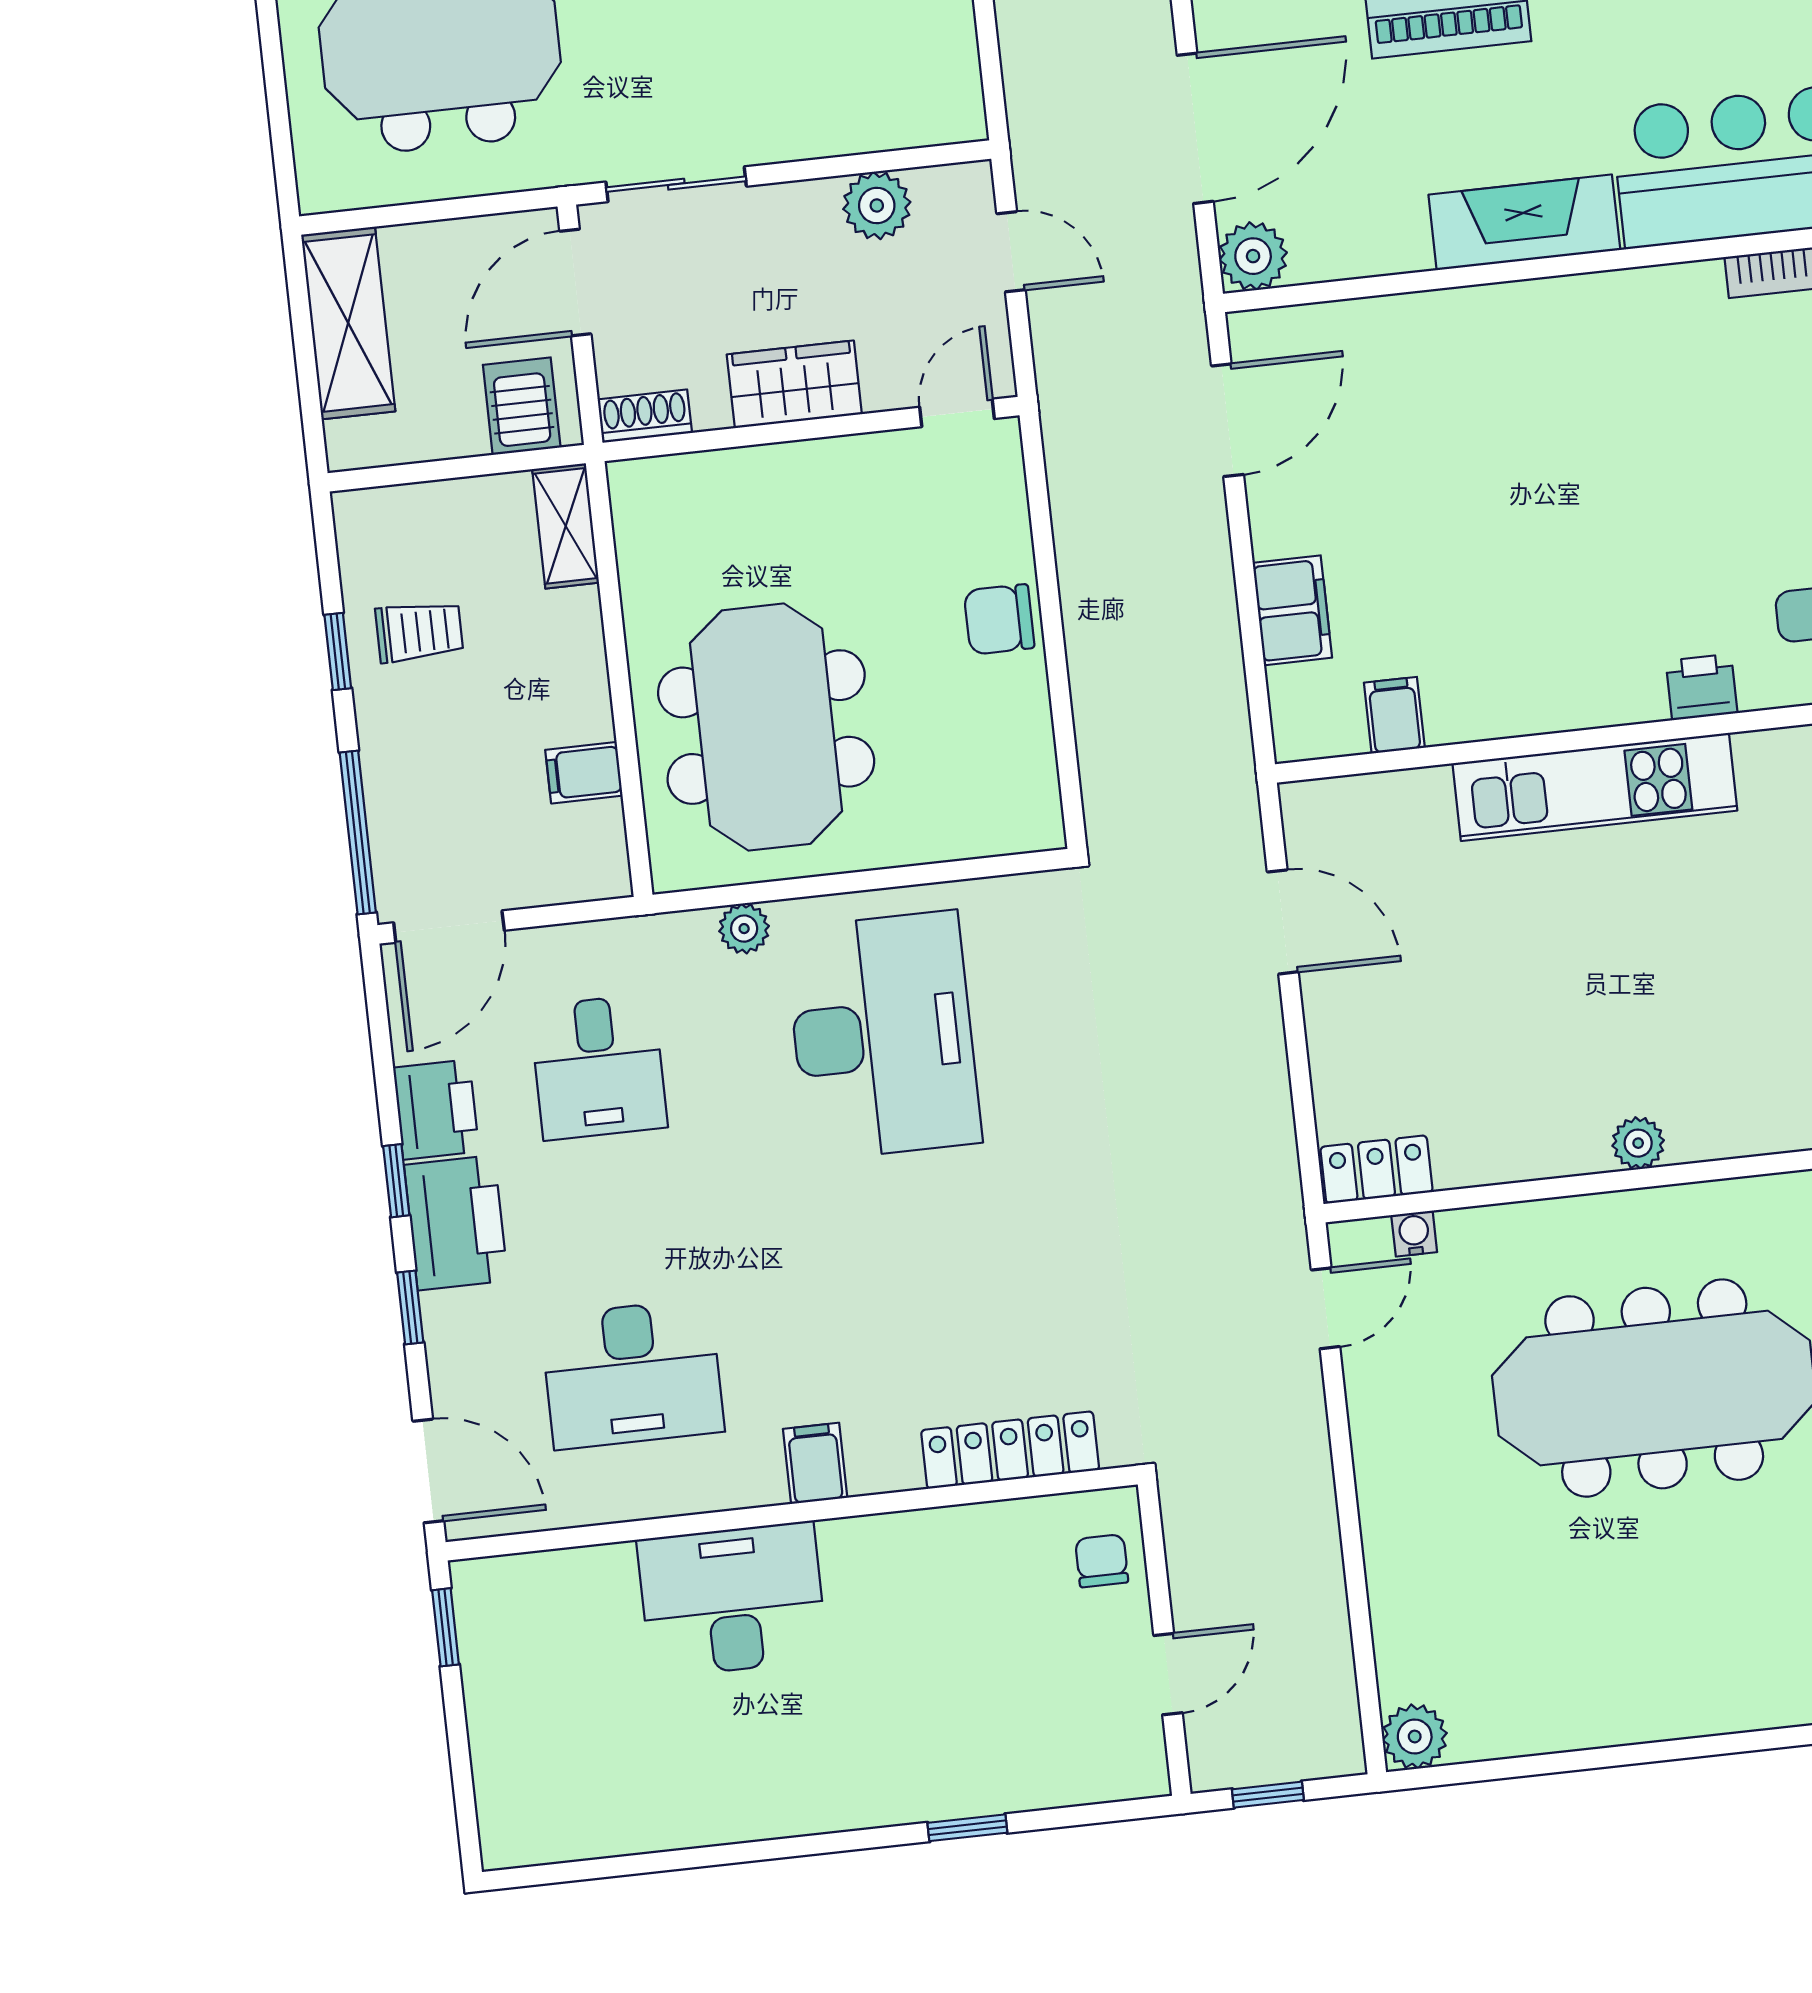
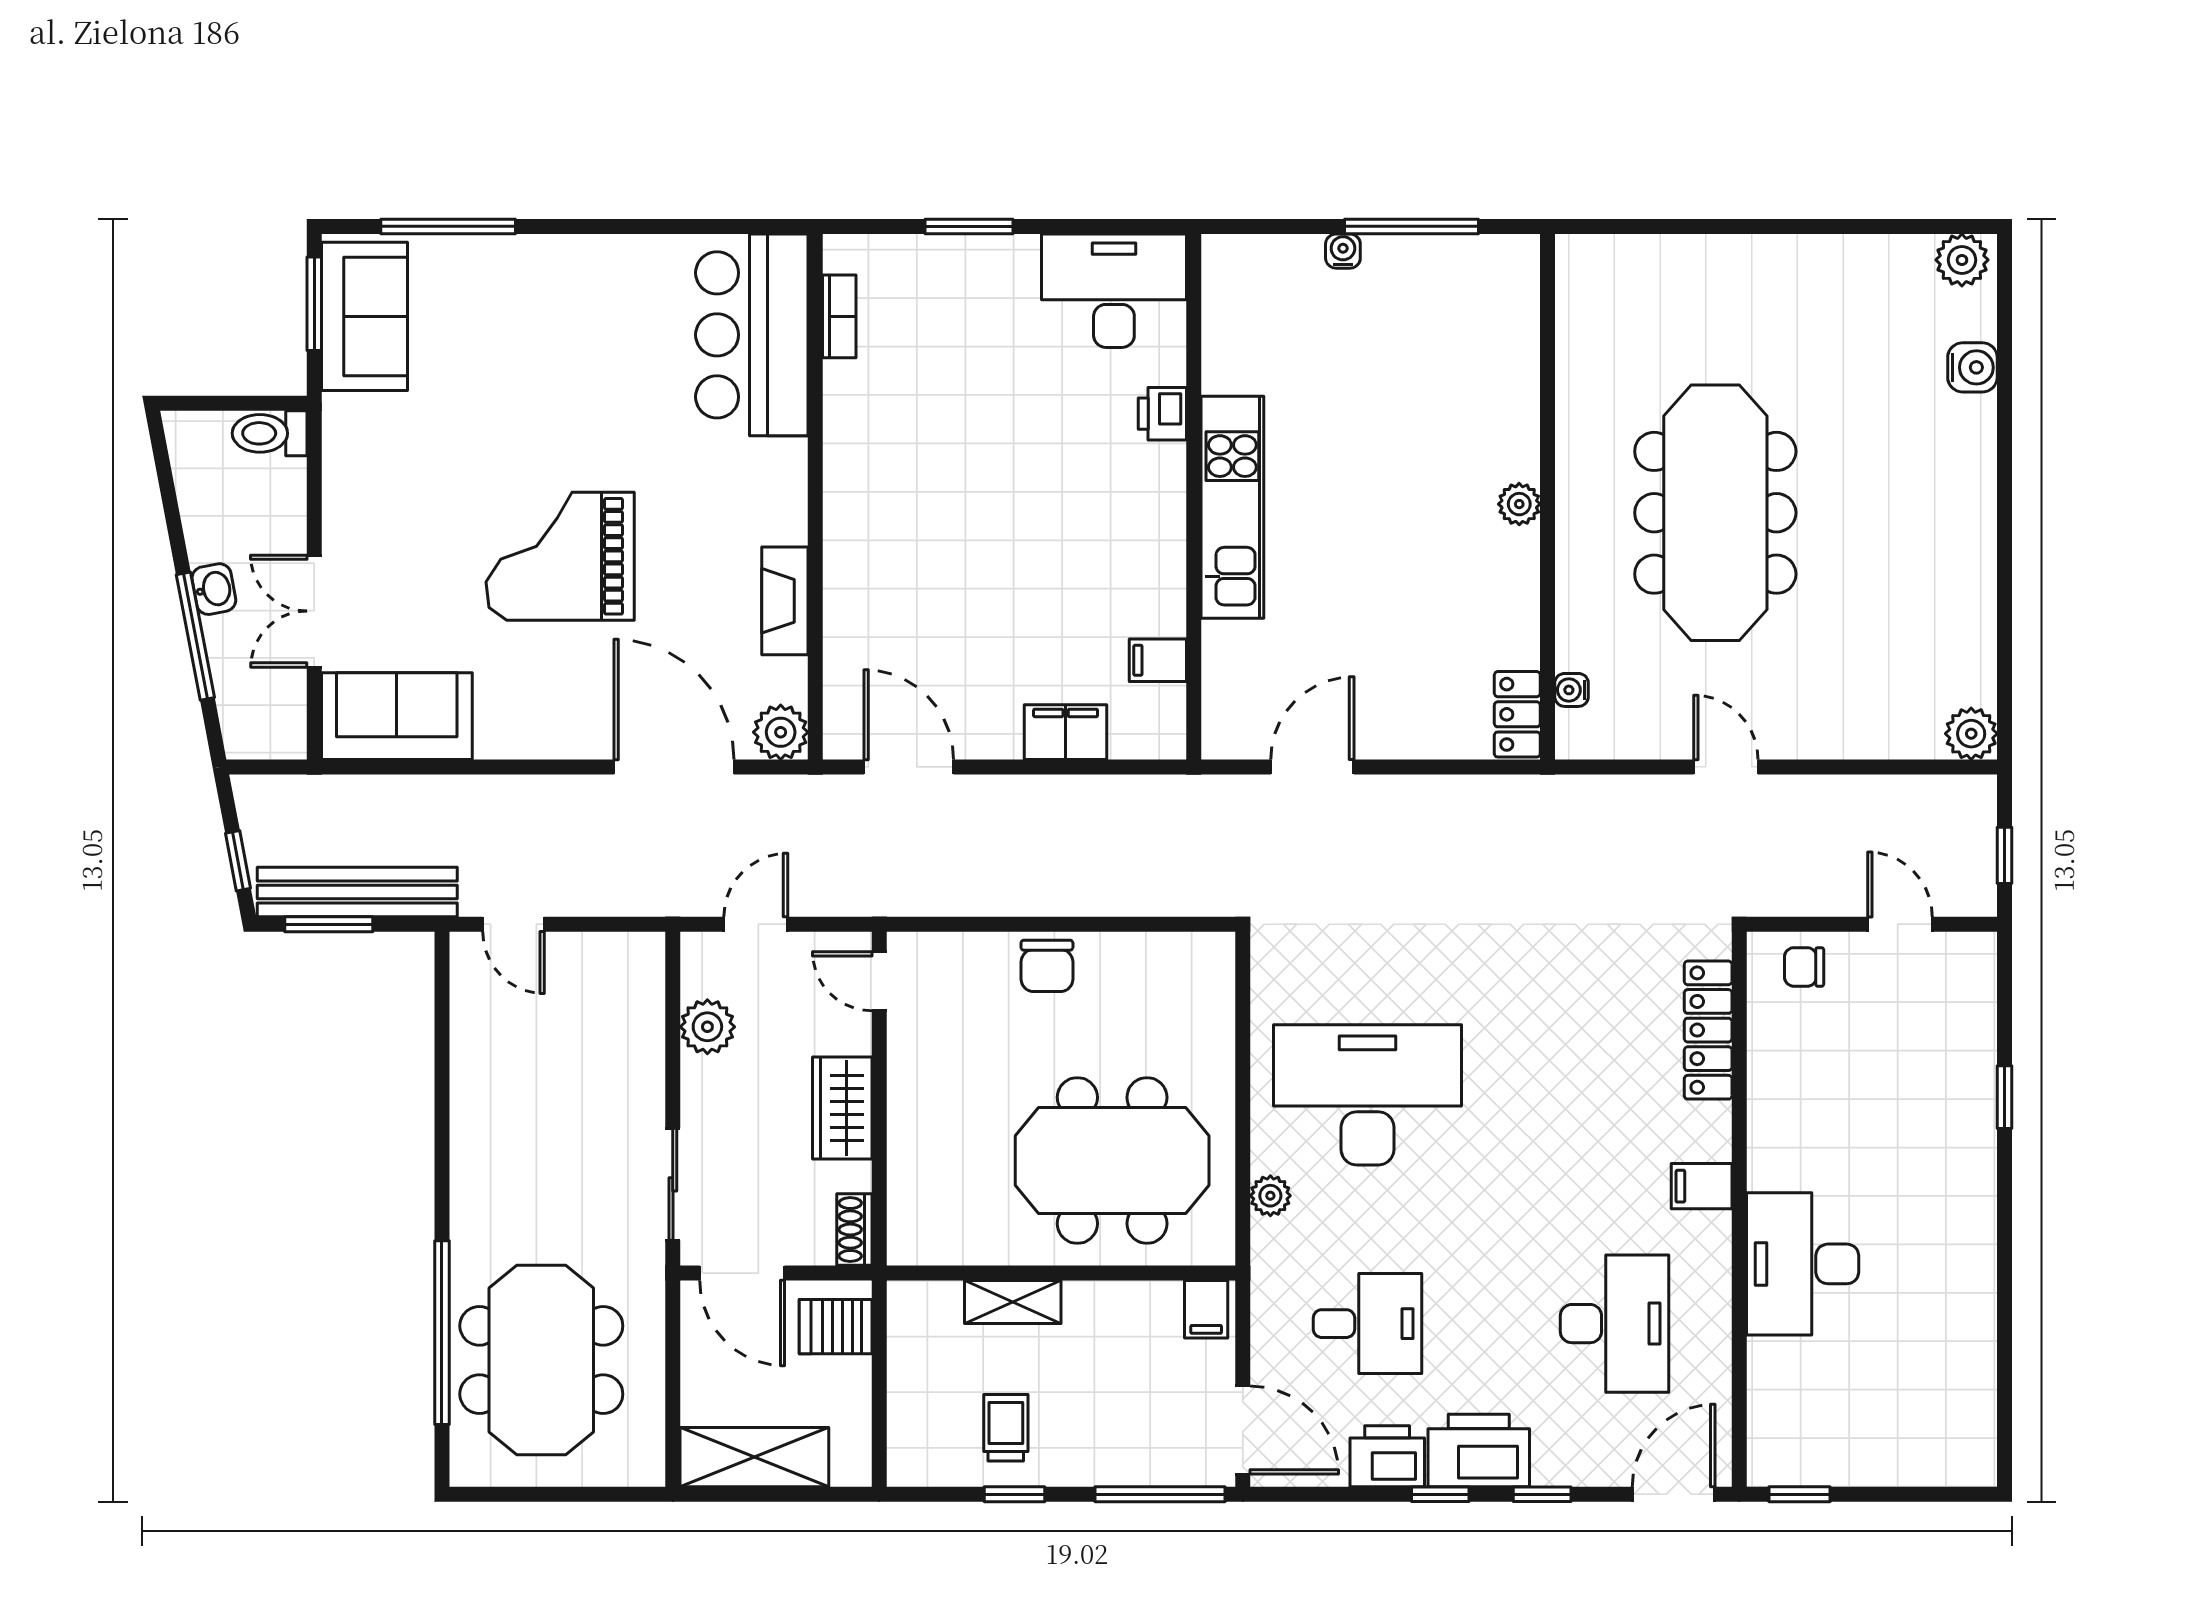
fireplace: (1524, 222) -> (785, 601), moved, width x0.73, depth x0.76
shelving: (566, 526) -> (1013, 1302), moved
filing cabinet: (584, 773) -> (1206, 1309), moved
door: (1326, 1308) -> (1726, 767), moved

